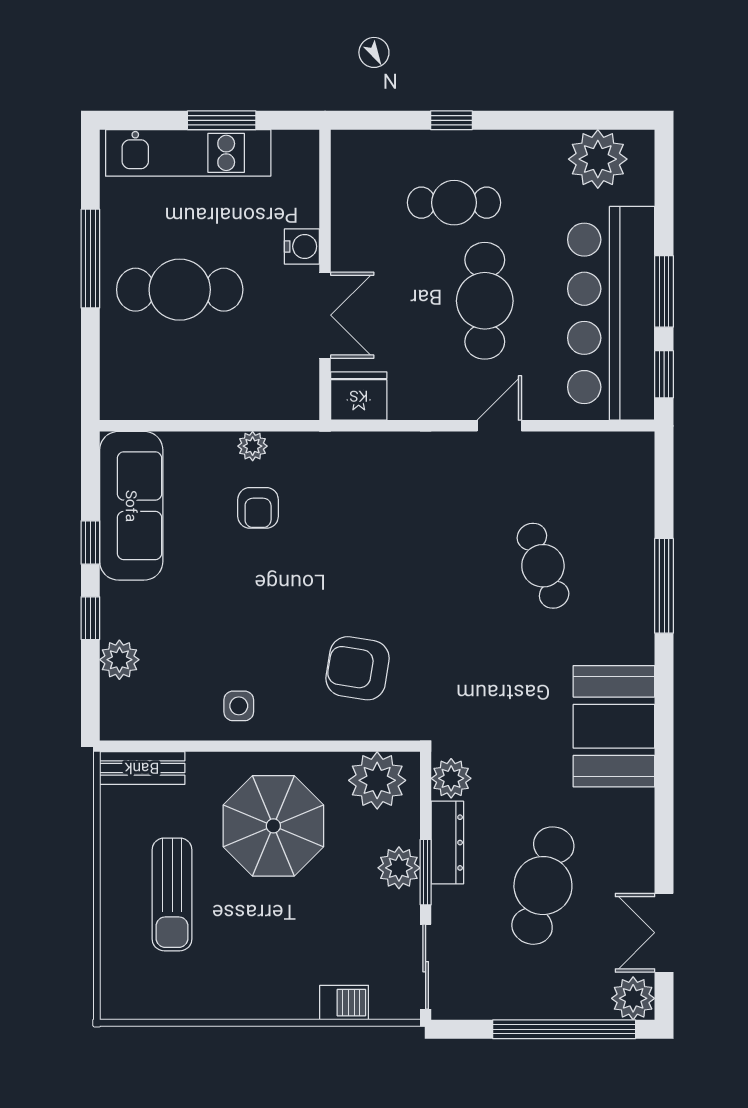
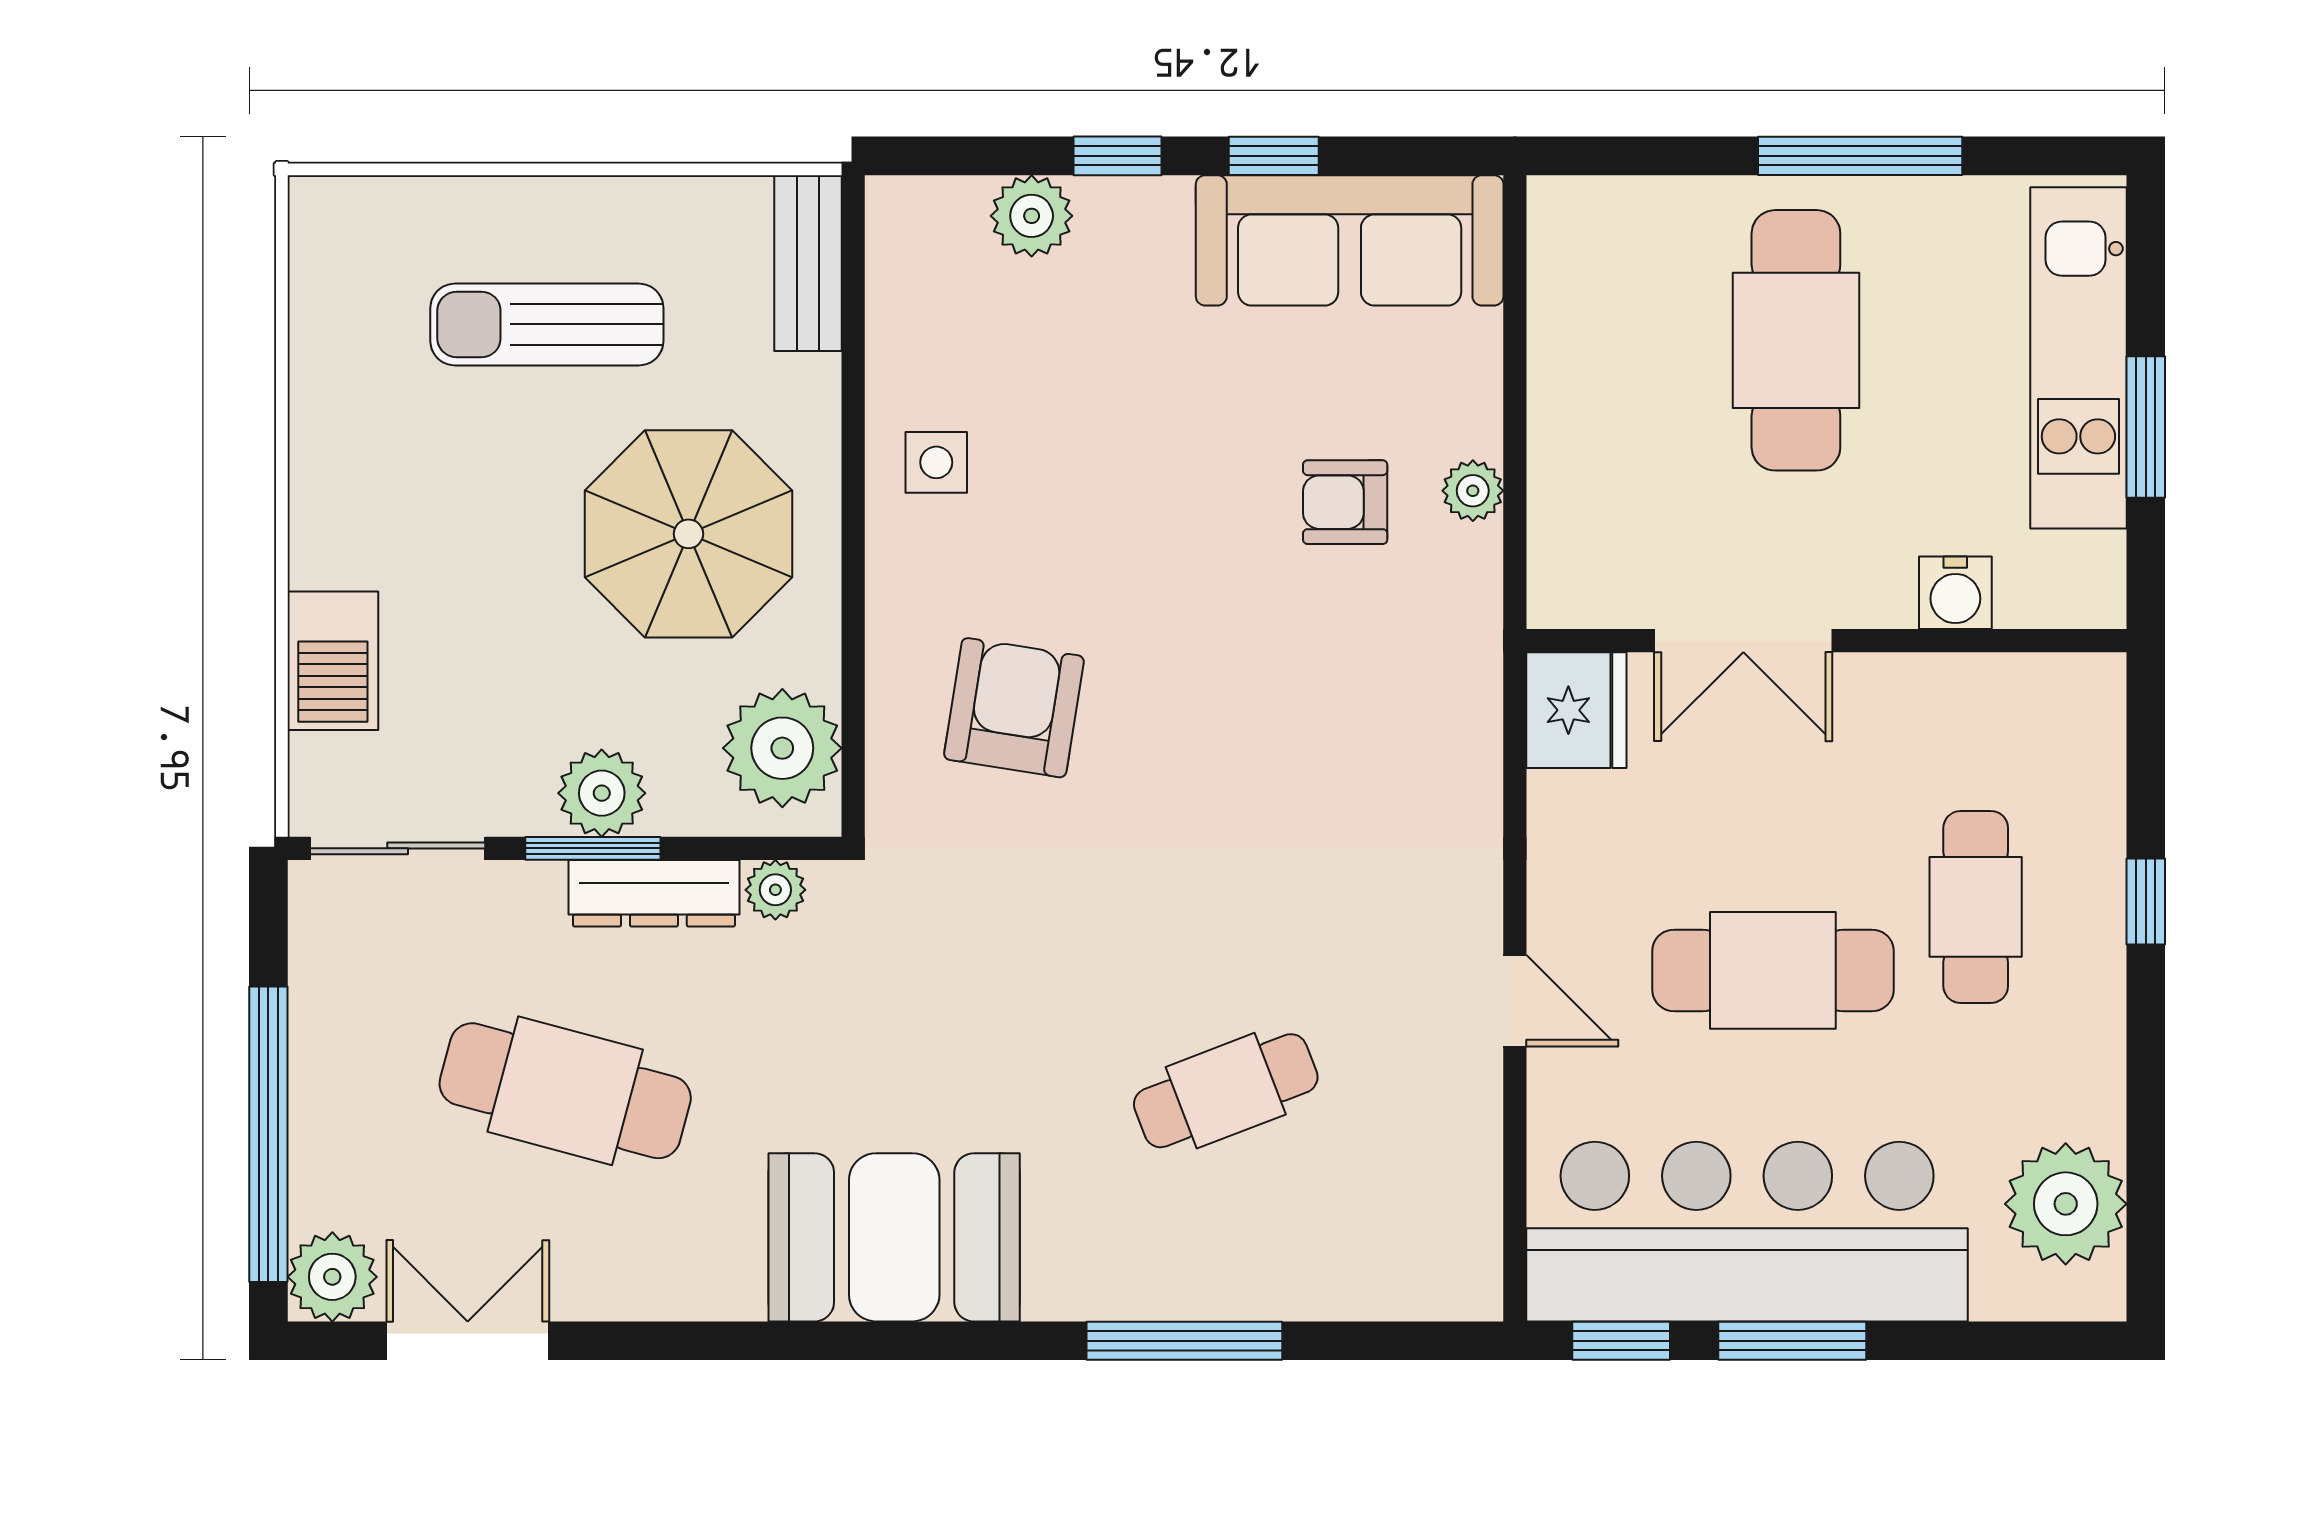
water cooler: (302, 246) -> (1955, 593), moved
plant: (451, 778) -> (775, 890), width x0.73, depth x0.73
barbecue: (344, 1003) -> (333, 661), width x1.38, depth x1.27

